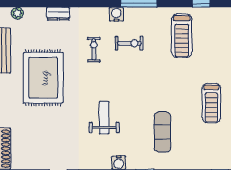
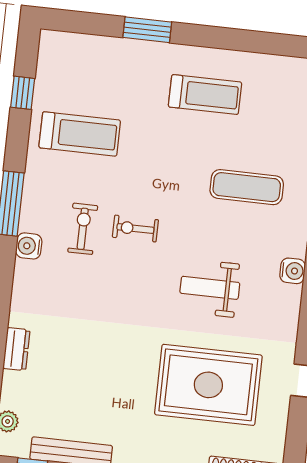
exercise bike: (94, 50) -> (135, 229), moved
rug: (43, 78) -> (208, 385), moved

